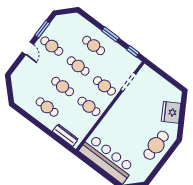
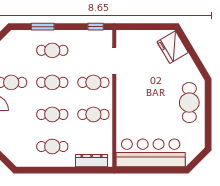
window: (110, 34) -> (43, 27), moved
fridge: (171, 112) -> (173, 47), moved

